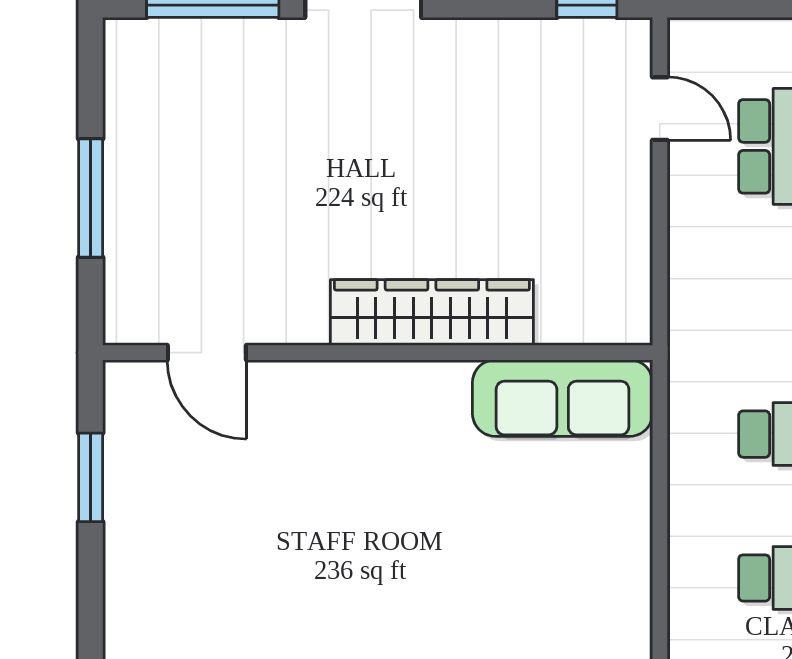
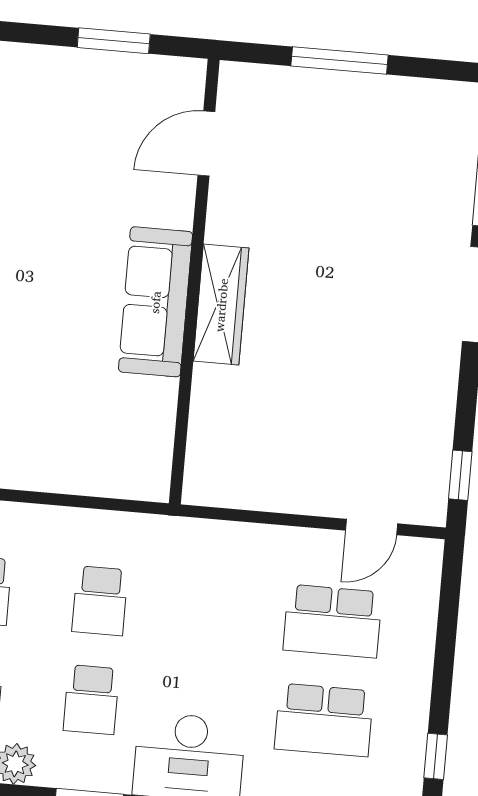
wardrobe: (432, 312) -> (221, 305), width x0.71, depth x0.85
sofa: (563, 398) -> (155, 302), moved

